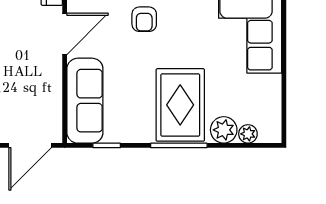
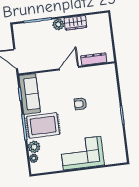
door: (65, 34) -> (69, 68), swing flipped
sofa: (85, 101) -> (30, 94), moved, turned -90

